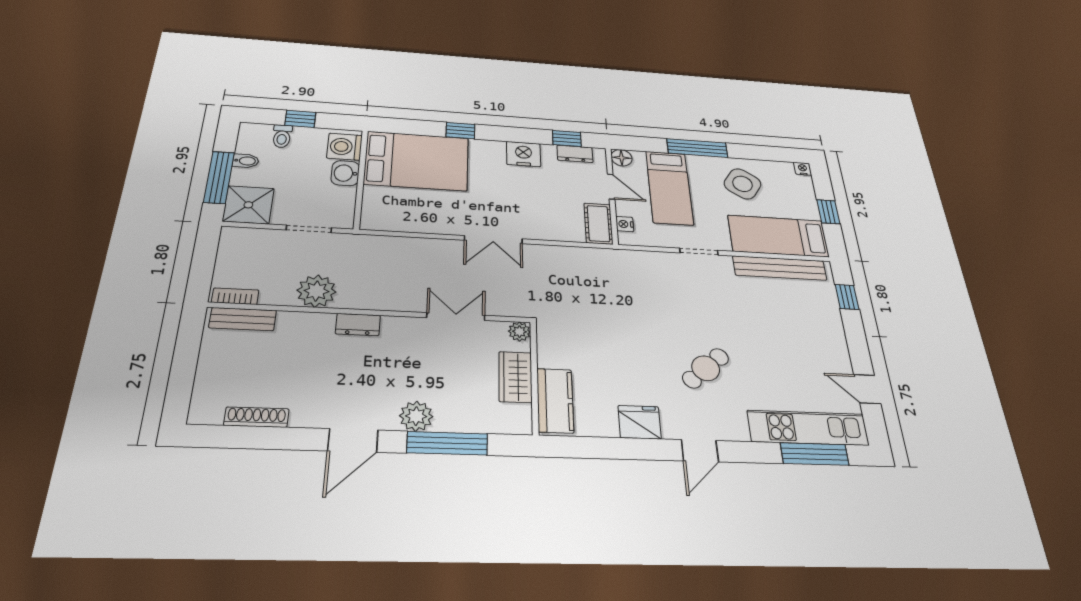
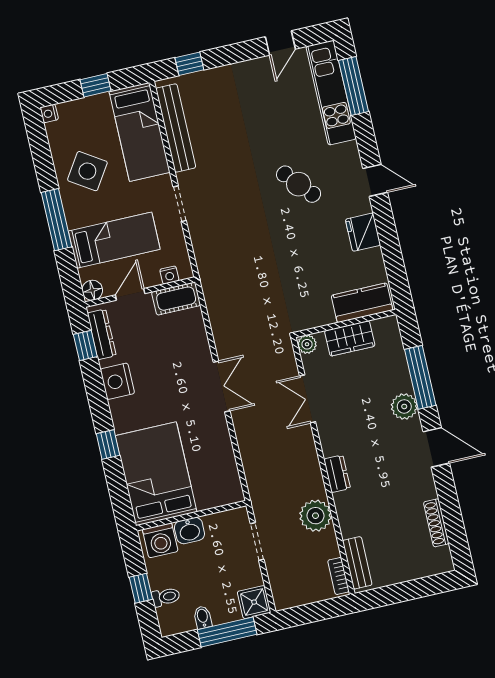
dresser: (575, 154) -> (102, 334), width x1.44
shower: (248, 205) -> (254, 602), width x0.73, depth x0.73

